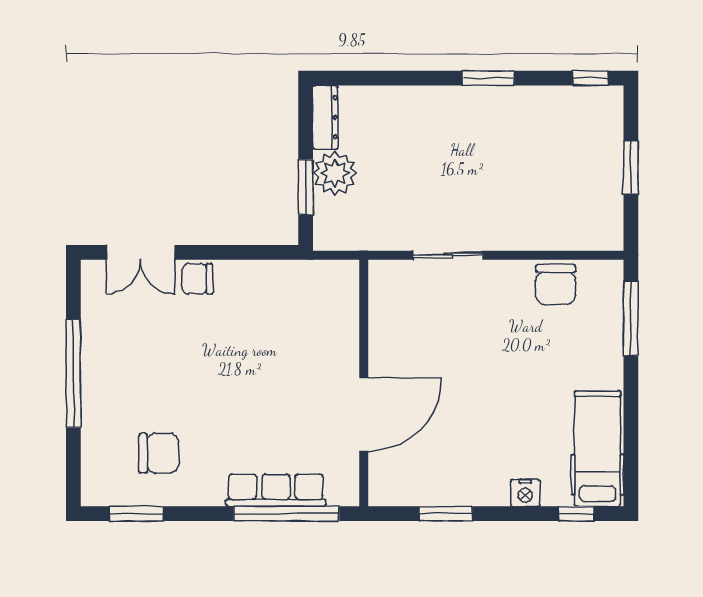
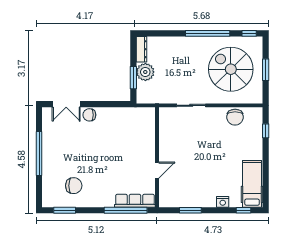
window: (488, 78) -> (208, 33), width x2.11
spiral stairs: (545, 166) -> (231, 69), added
window: (631, 318) -> (266, 131), width x0.46
door: (364, 415) -> (157, 170), width x0.53
row of seats: (276, 490) -> (135, 201), moved

